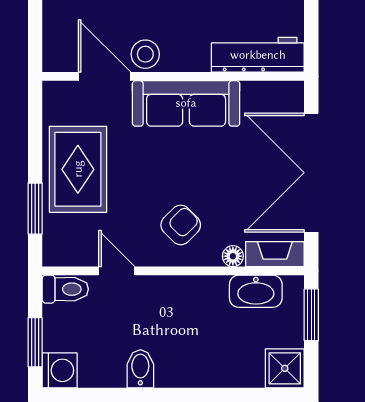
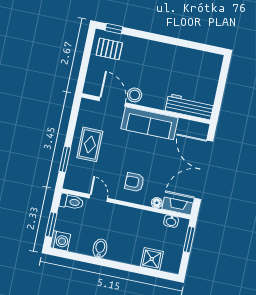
rug: (78, 169) -> (90, 144), width x0.73, depth x0.70
armchair: (181, 225) -> (134, 182), turned -135
washbasin: (256, 291) -> (171, 221), width x0.52, depth x0.69
shower: (285, 368) -> (152, 259), moved

